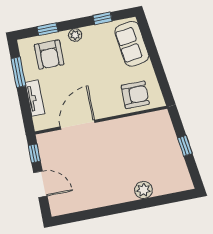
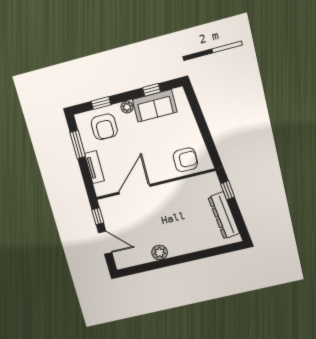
sofa: (132, 44) -> (155, 106), moved, turned -82
window: (185, 146) -> (228, 190), moved
dresser: (175, 159) -> (224, 215), added
plant: (144, 190) -> (160, 252), moved

